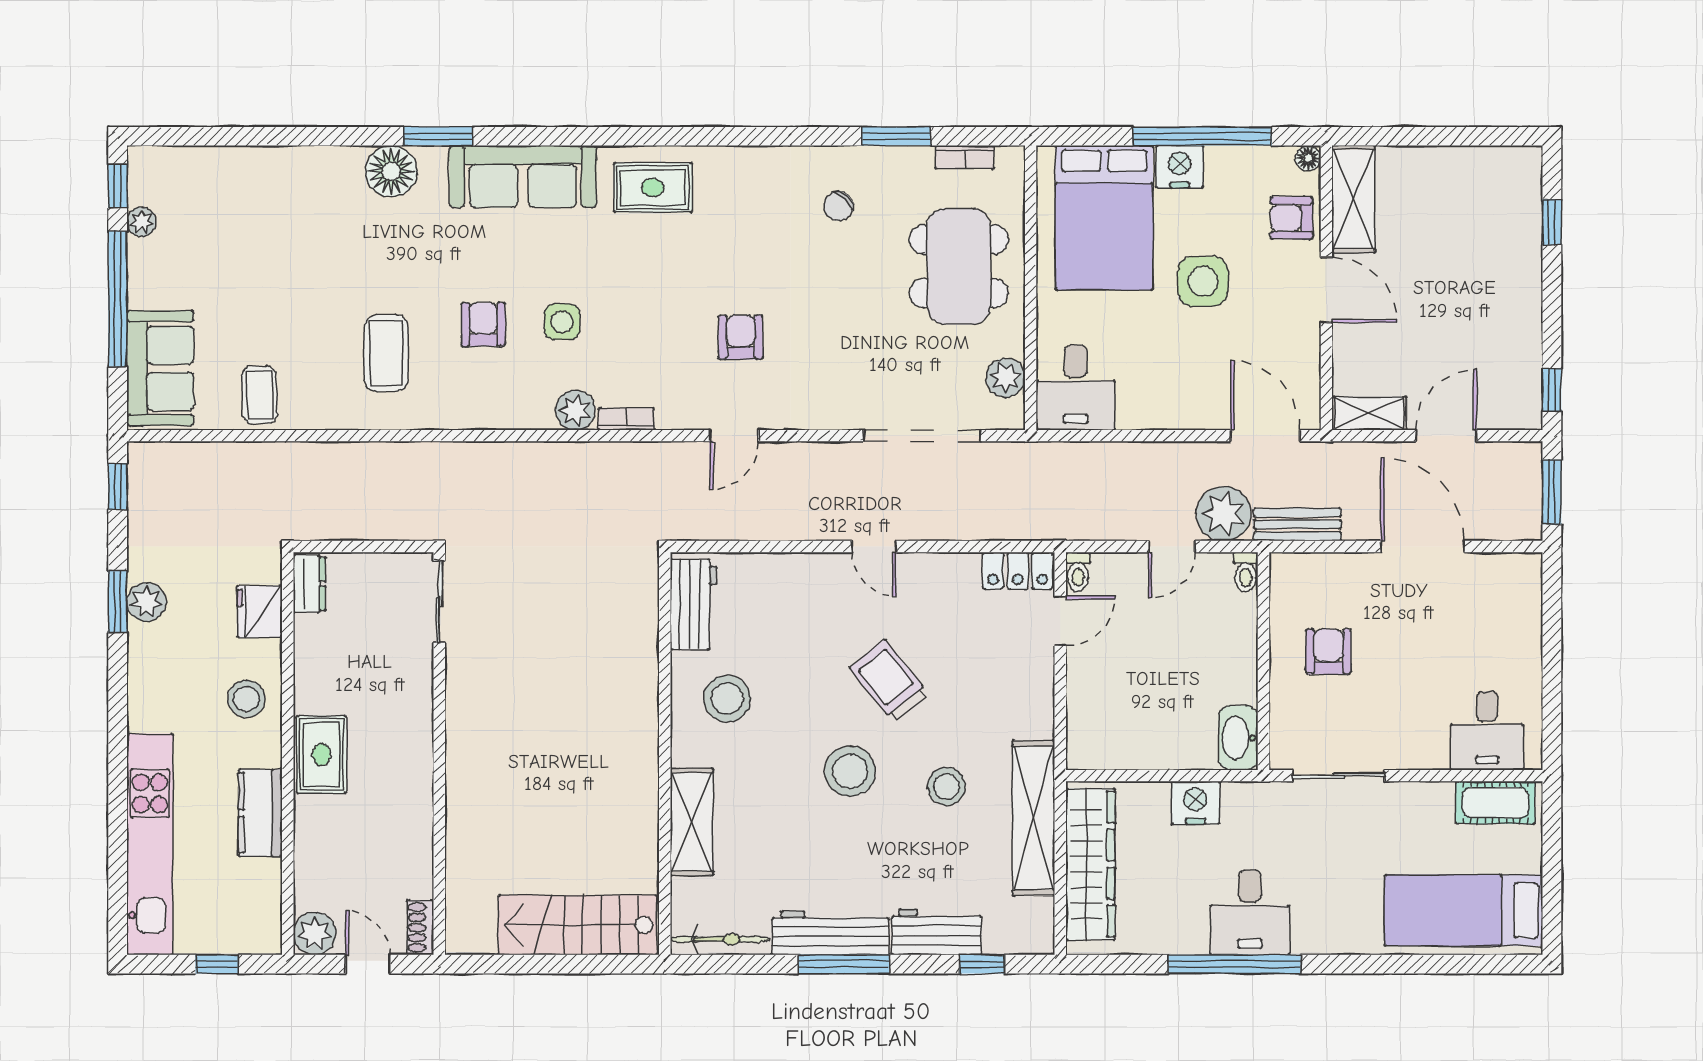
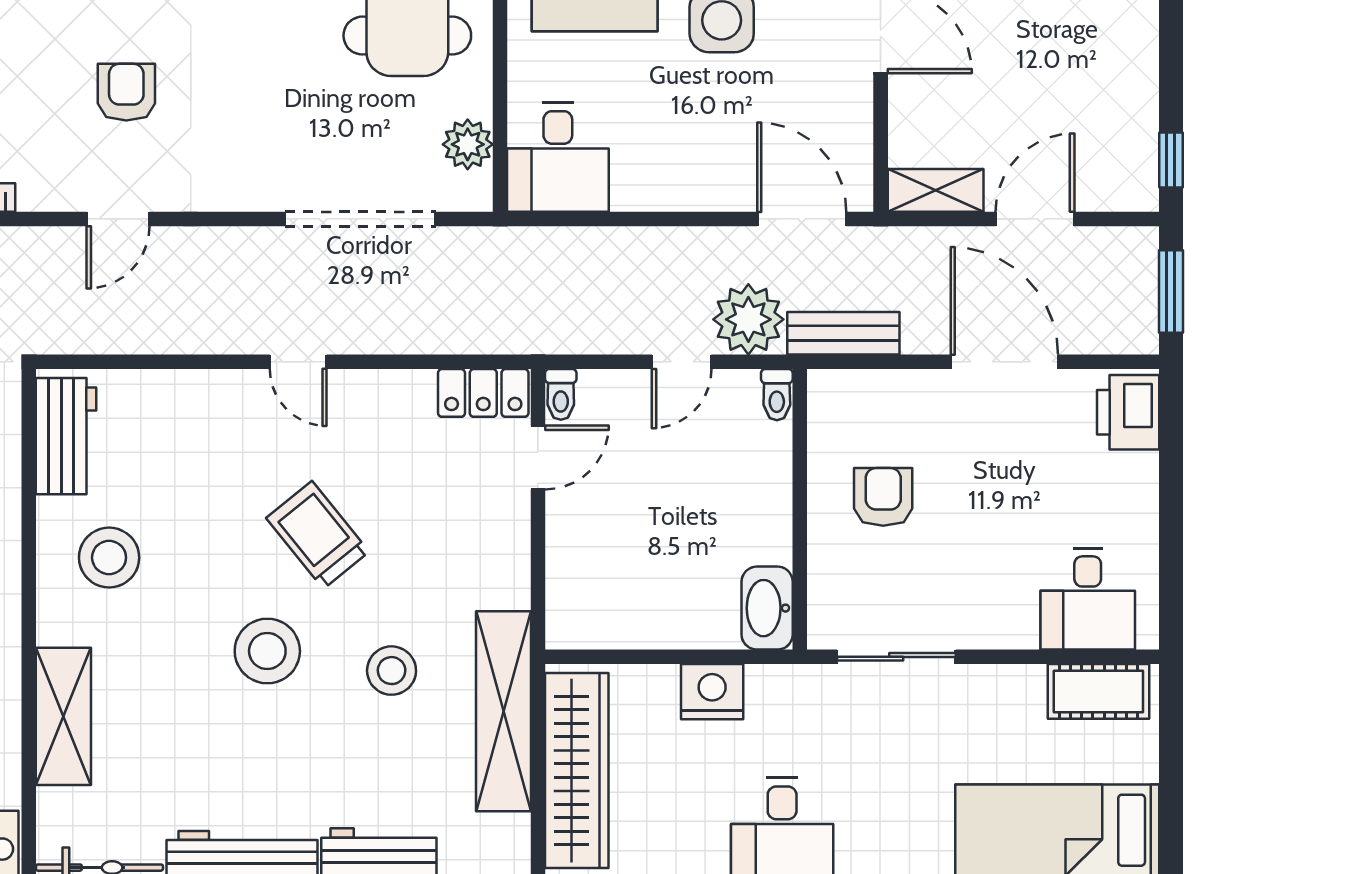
printer: (1519, 586) -> (1128, 412), added

